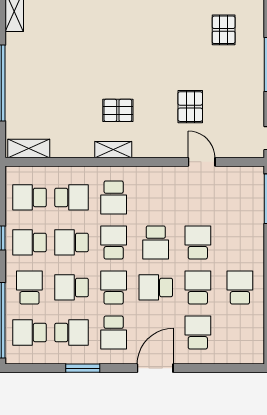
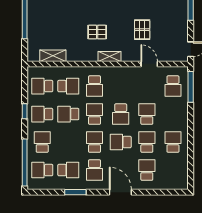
shelving: (29, 149) -> (53, 56), moved
shelving: (113, 150) -> (109, 56), moved
school desk: (72, 287) -> (173, 86), moved, turned -90
door: (155, 368) -> (120, 192), hinge flipped

